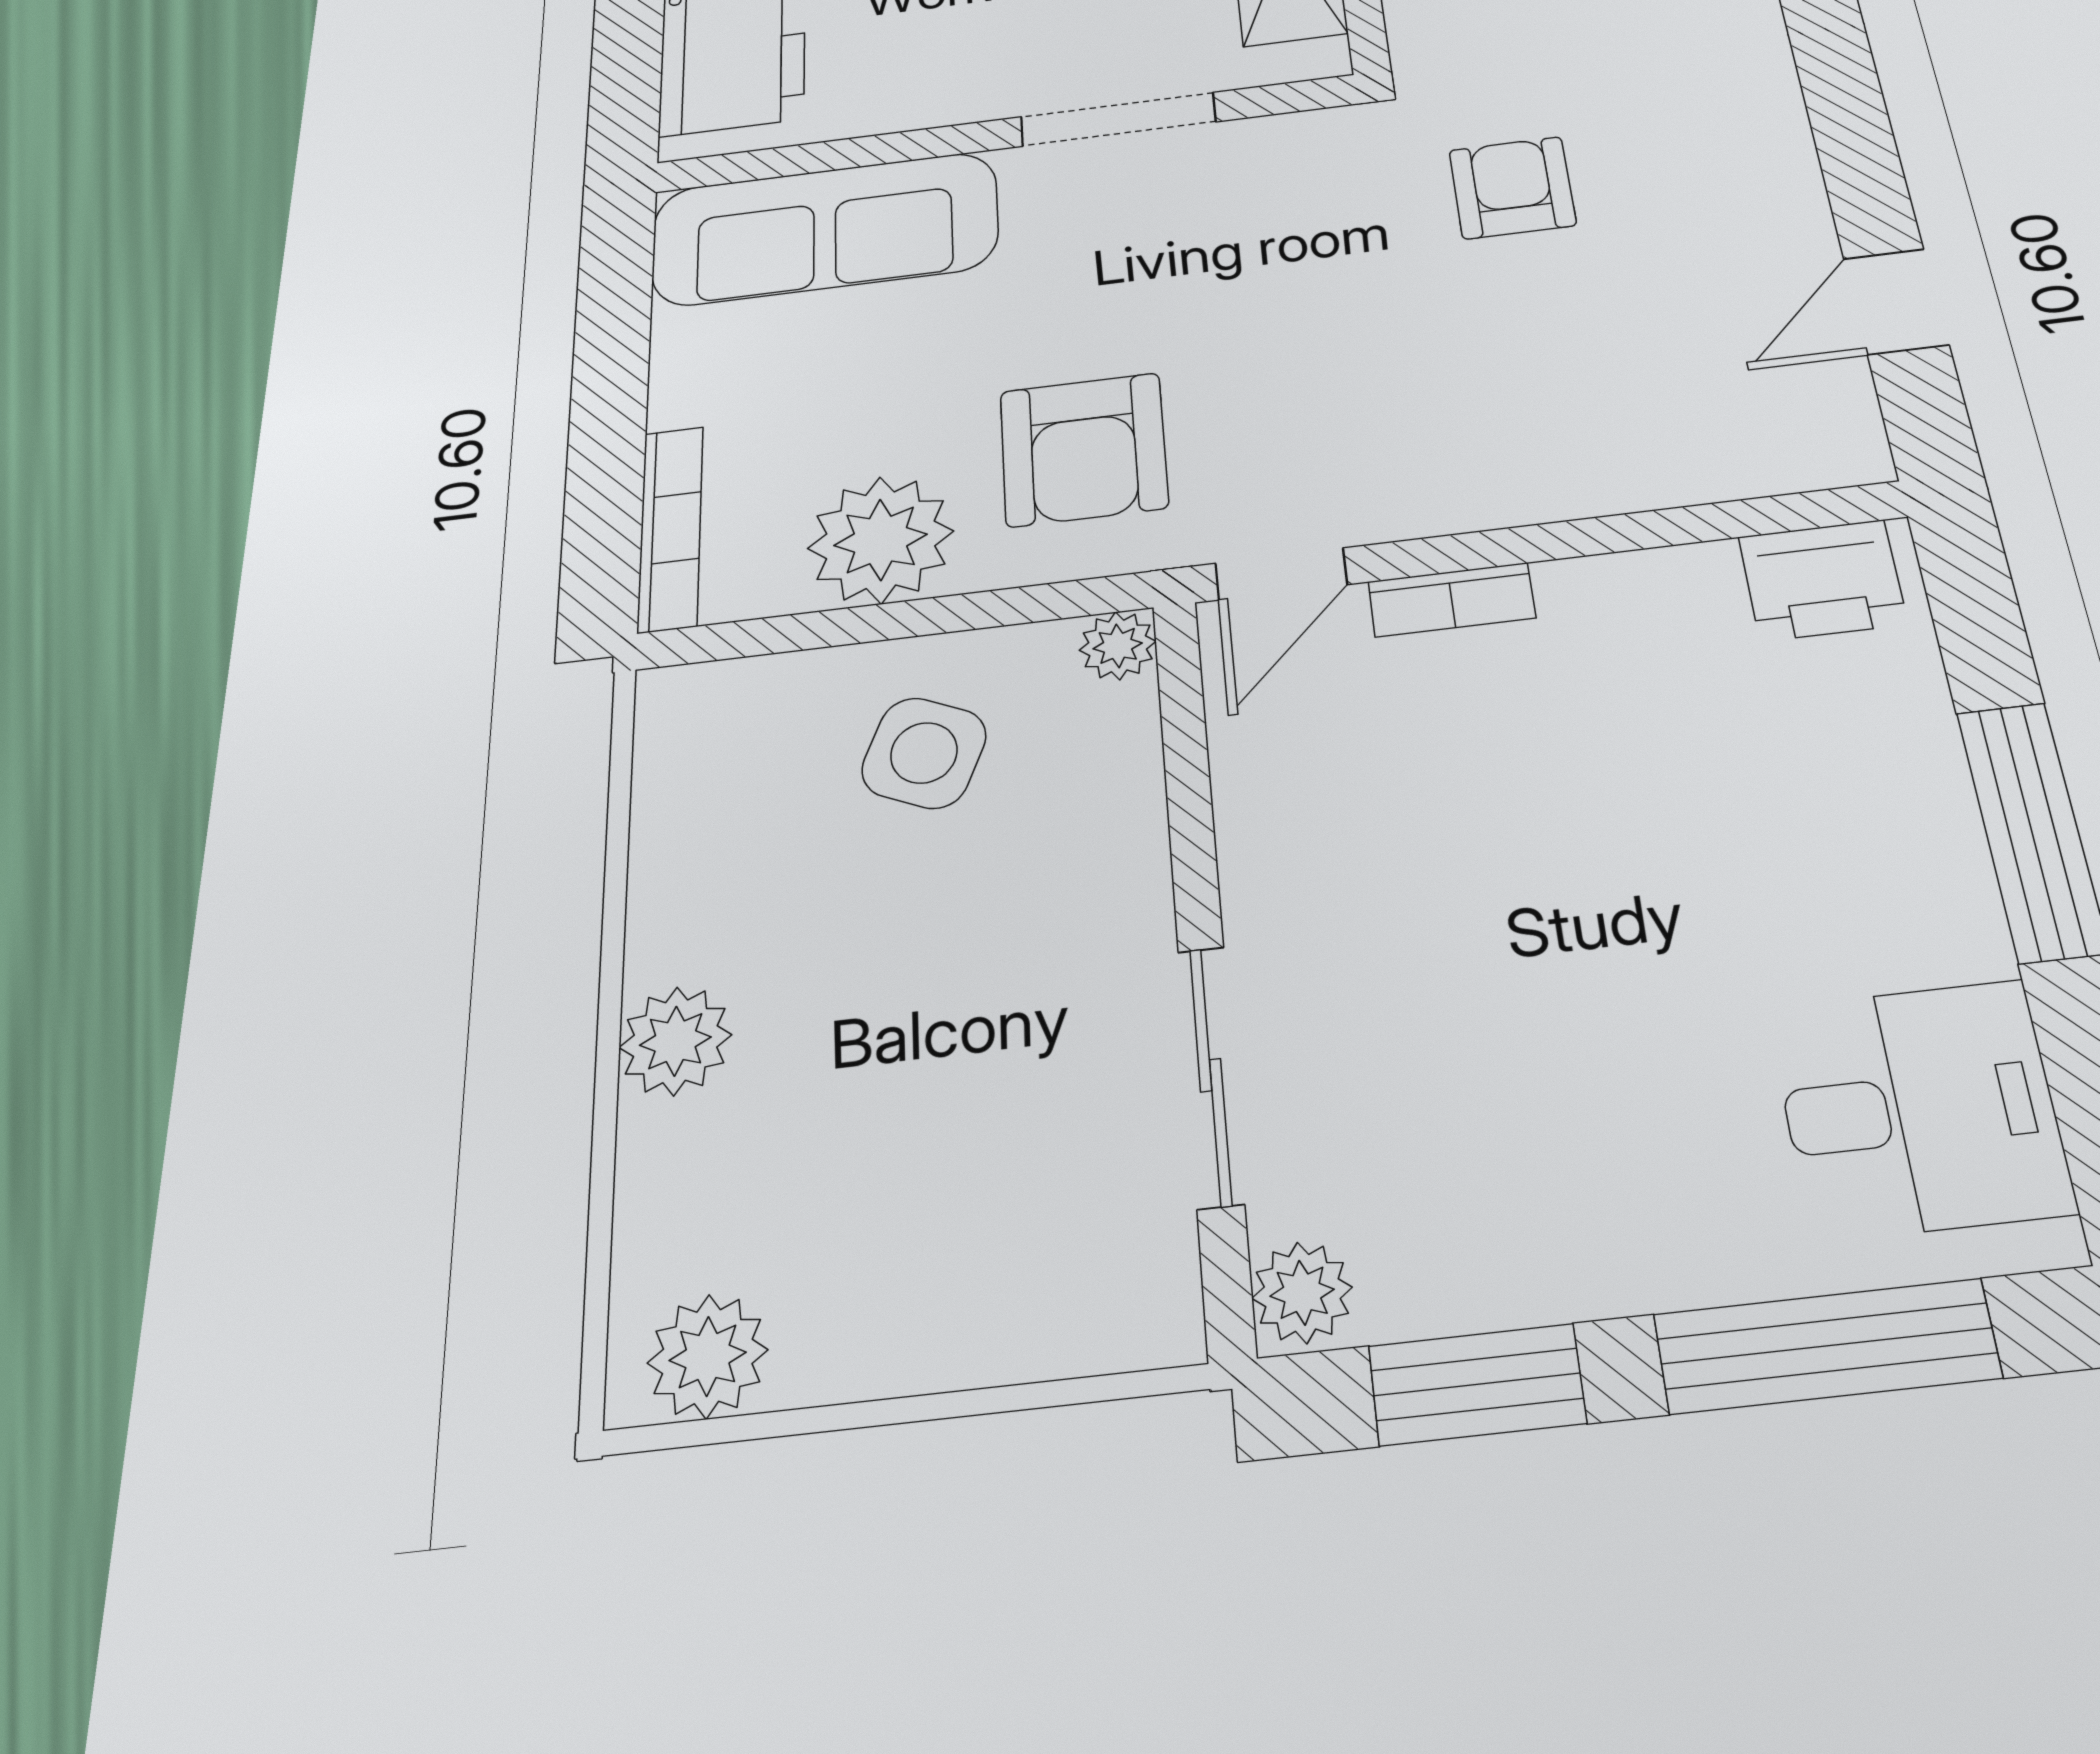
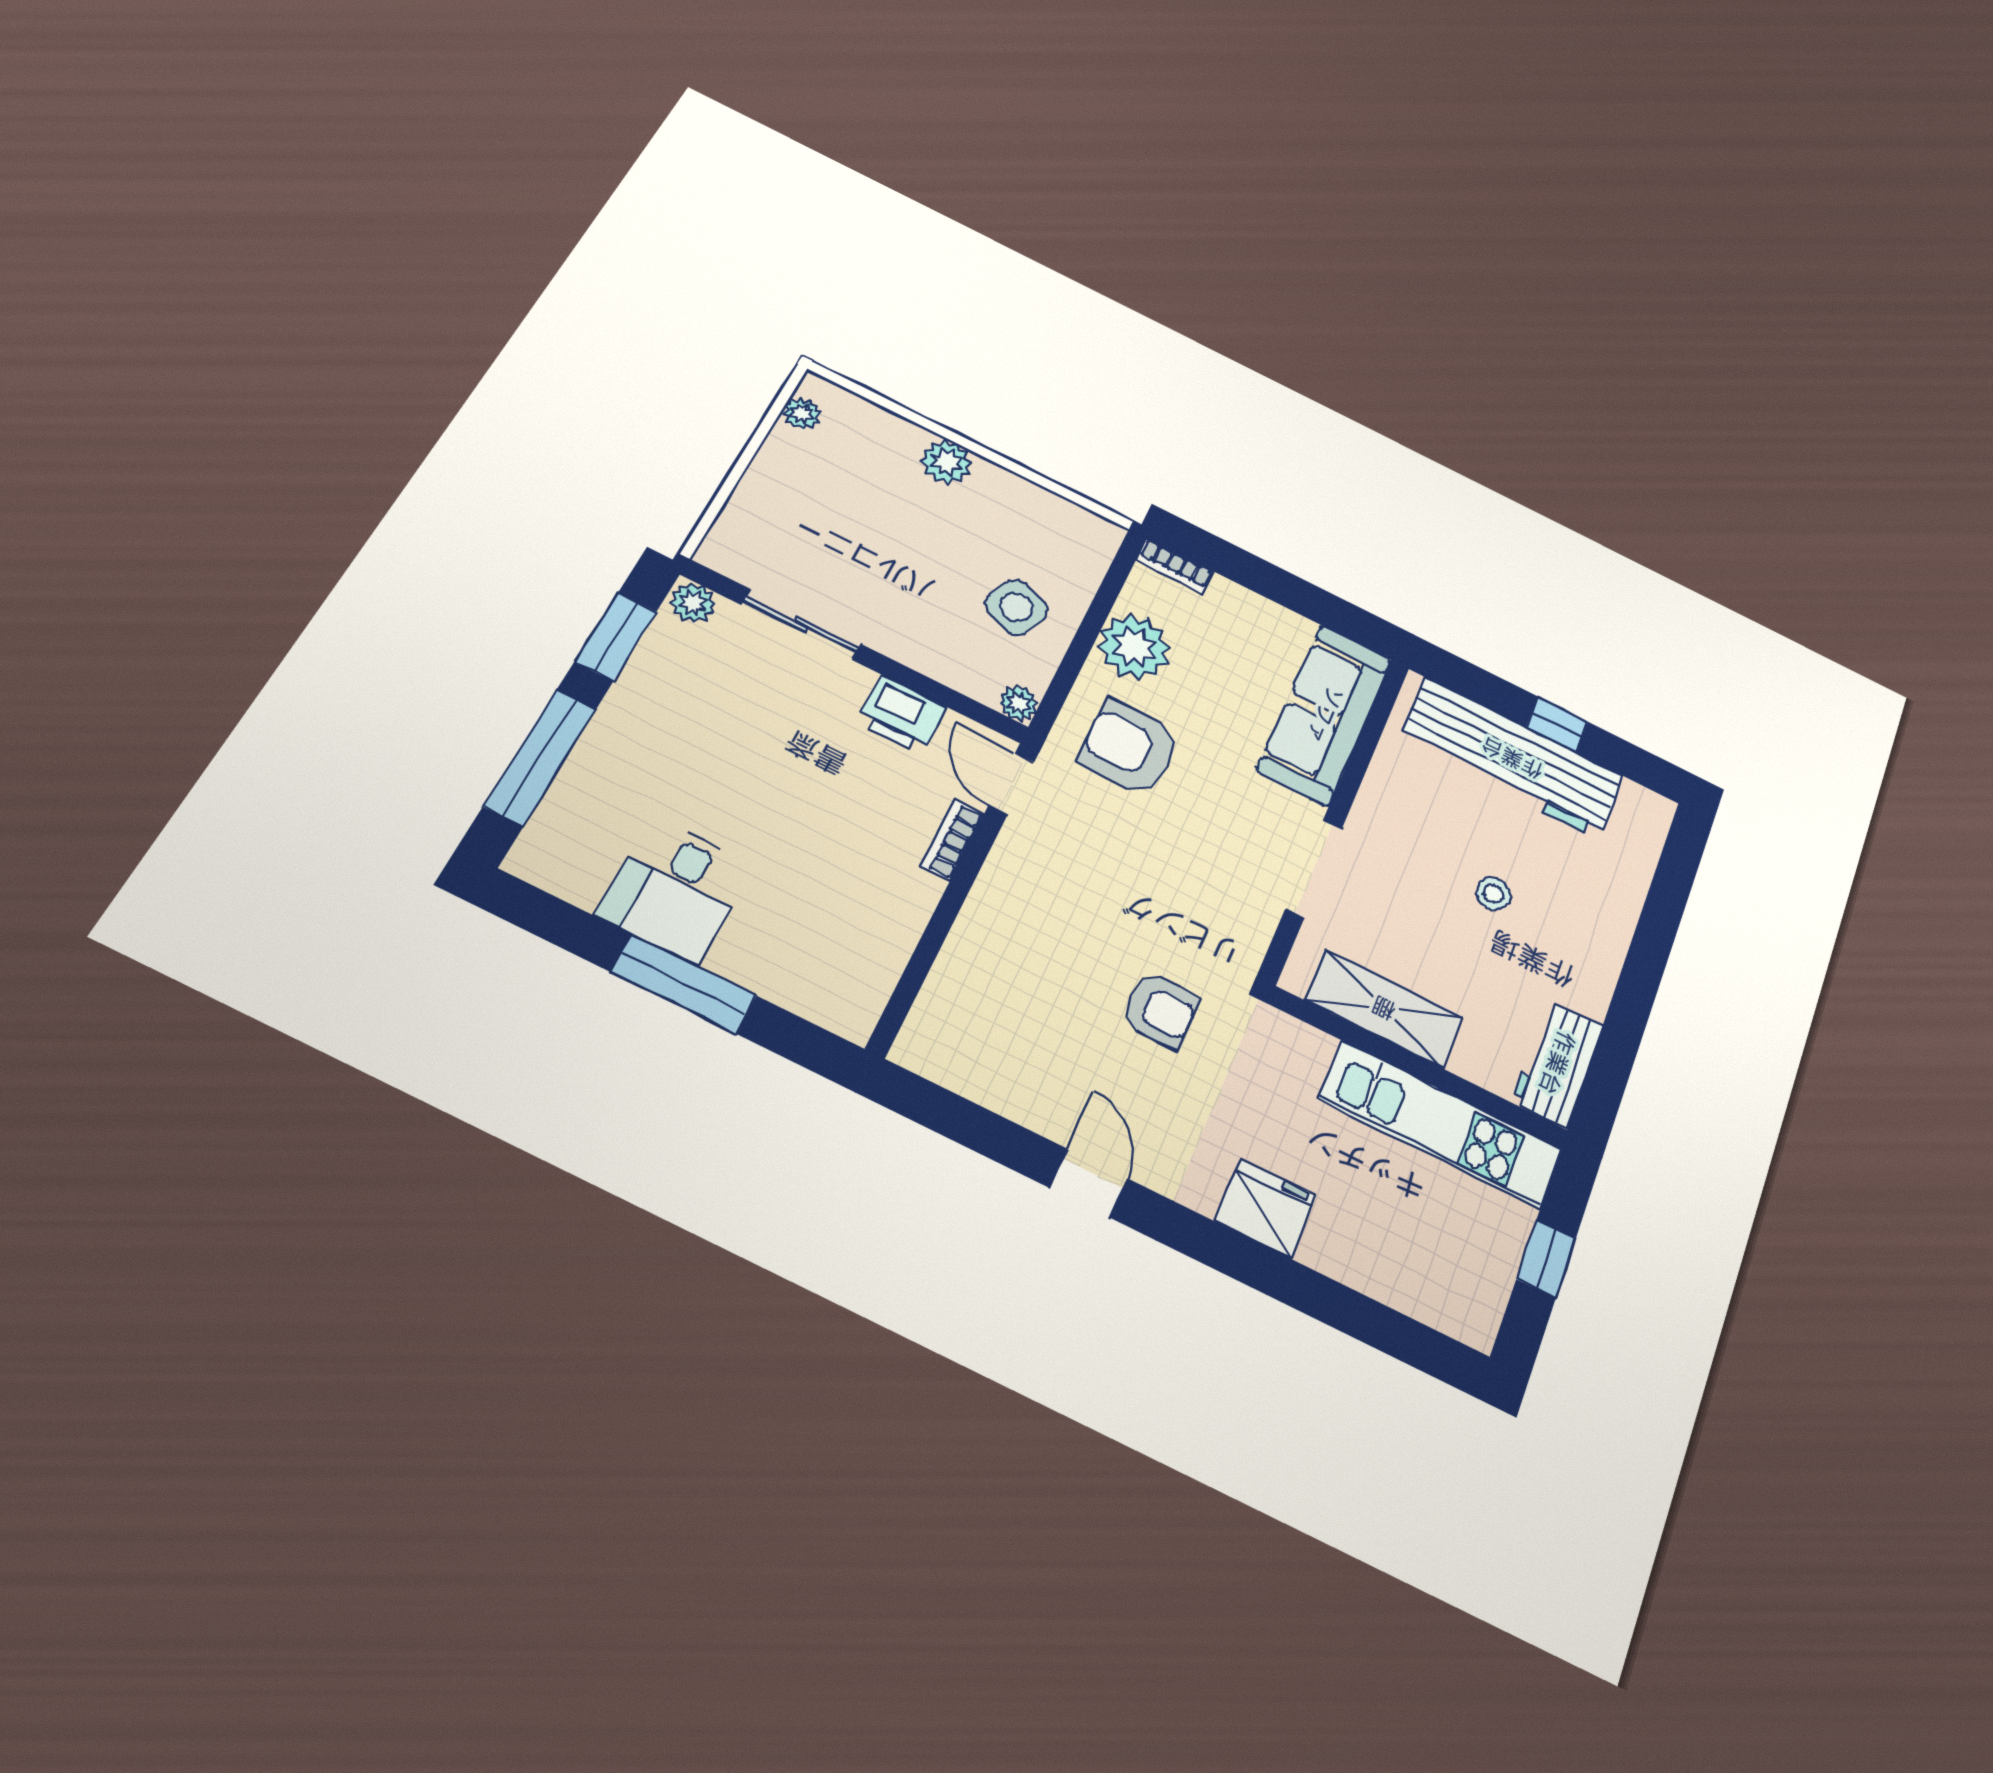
door: (1896, 302) -> (1089, 1183), moved
bookcase: (671, 528) -> (1175, 566), width x0.64
printer: (1822, 580) -> (902, 715), moved, turned -90
desk: (1919, 1109) -> (675, 890), moved
plant: (708, 1356) -> (802, 413), width x0.73, depth x0.73

